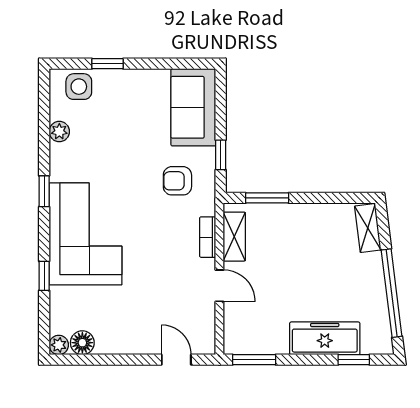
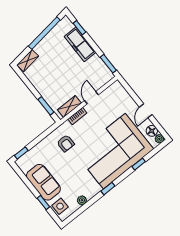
sofa: (193, 107) -> (43, 182), moved, turned -90
window: (221, 155) -> (21, 153), moved
corner sofa: (85, 234) -> (114, 151), width x1.36, depth x1.36
door: (176, 360) -> (146, 111), moved

